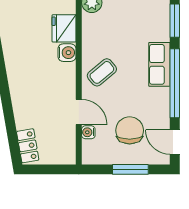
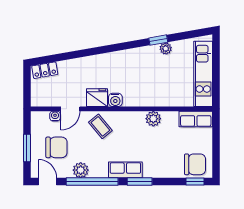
fridge: (64, 28) -> (97, 98), moved
row of seats: (159, 64) -> (125, 170), moved
plant: (160, 98) -> (81, 170), added
door: (175, 142) -> (48, 182), hinge flipped

